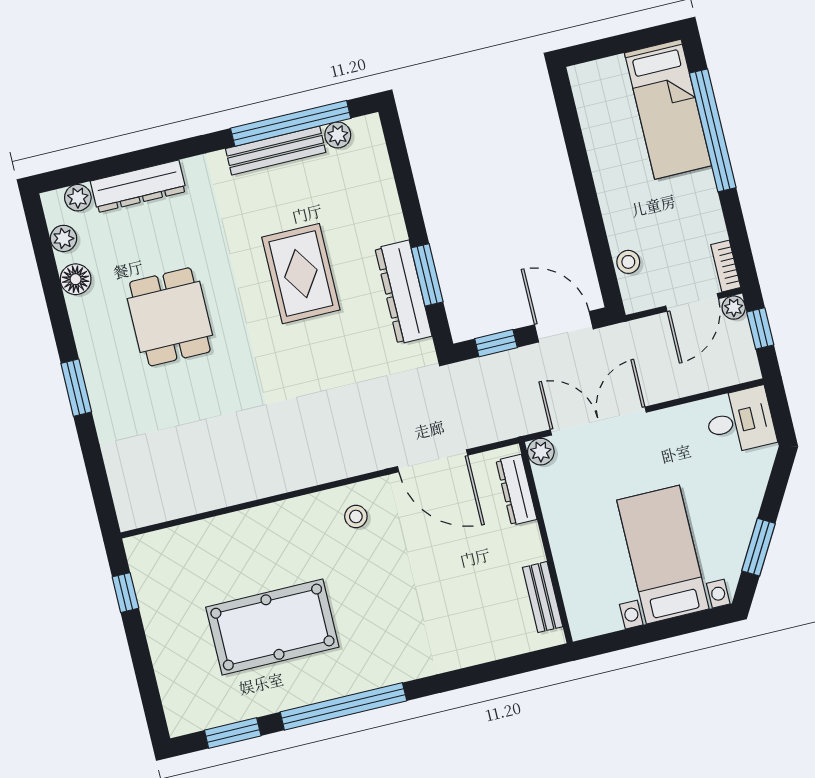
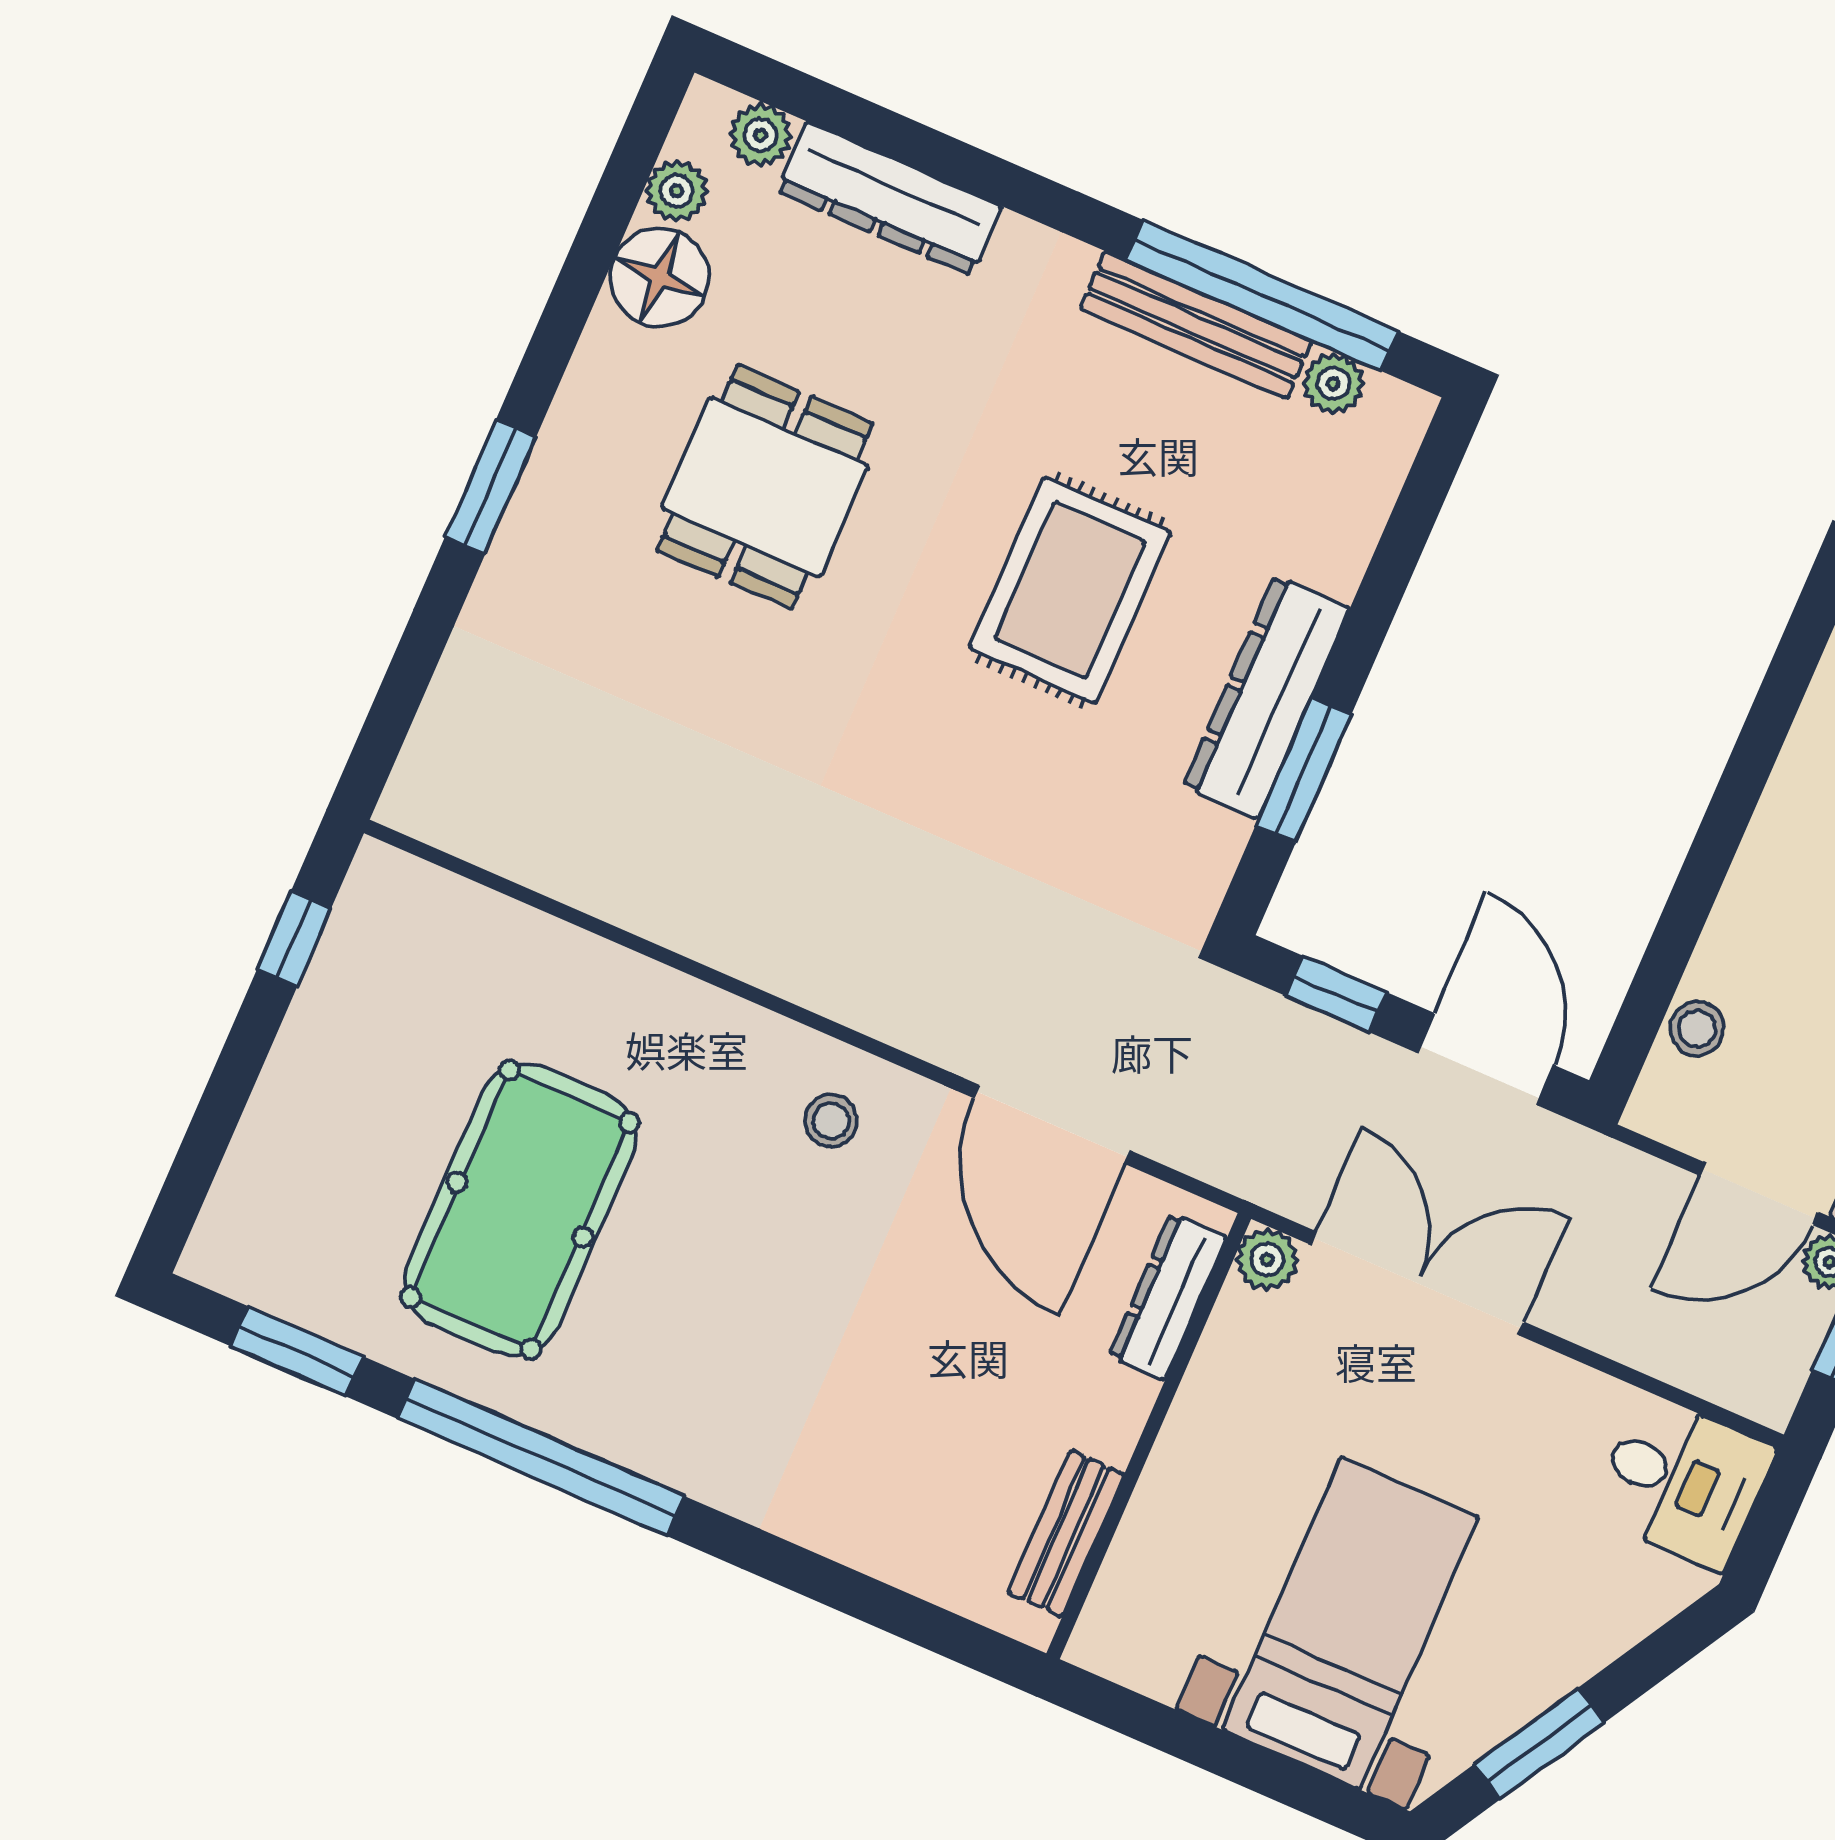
floor lamp: (76, 279) -> (659, 277), width x1.38, depth x1.38
dresser: (403, 292) -> (1267, 697), moved
pool table: (272, 627) -> (520, 1210), turned 90

